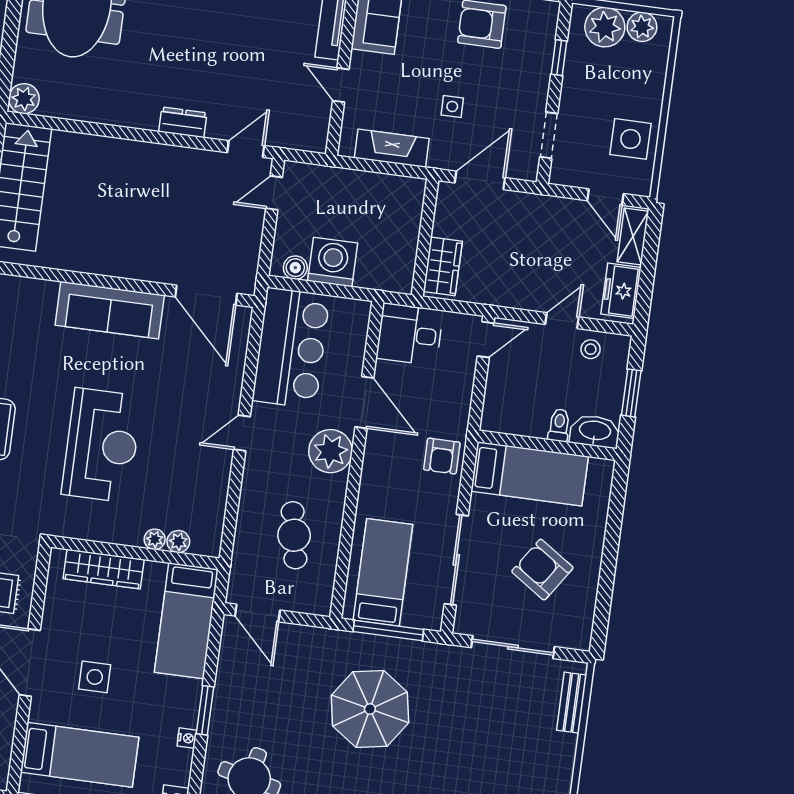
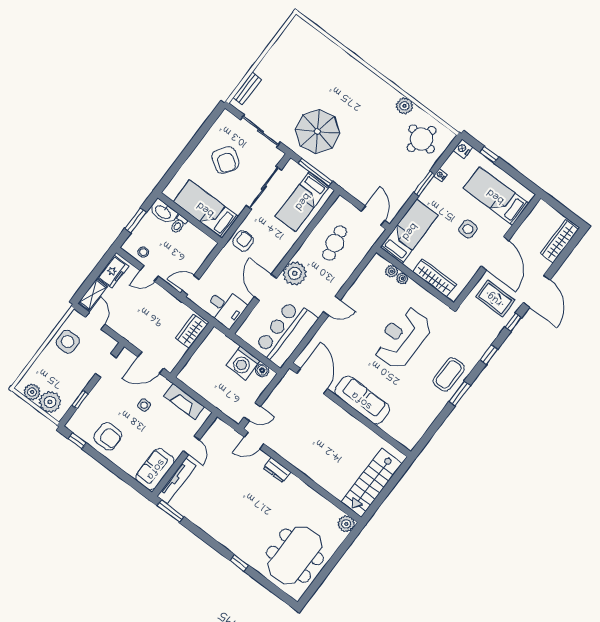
parasol: (370, 709) -> (317, 131), moved

